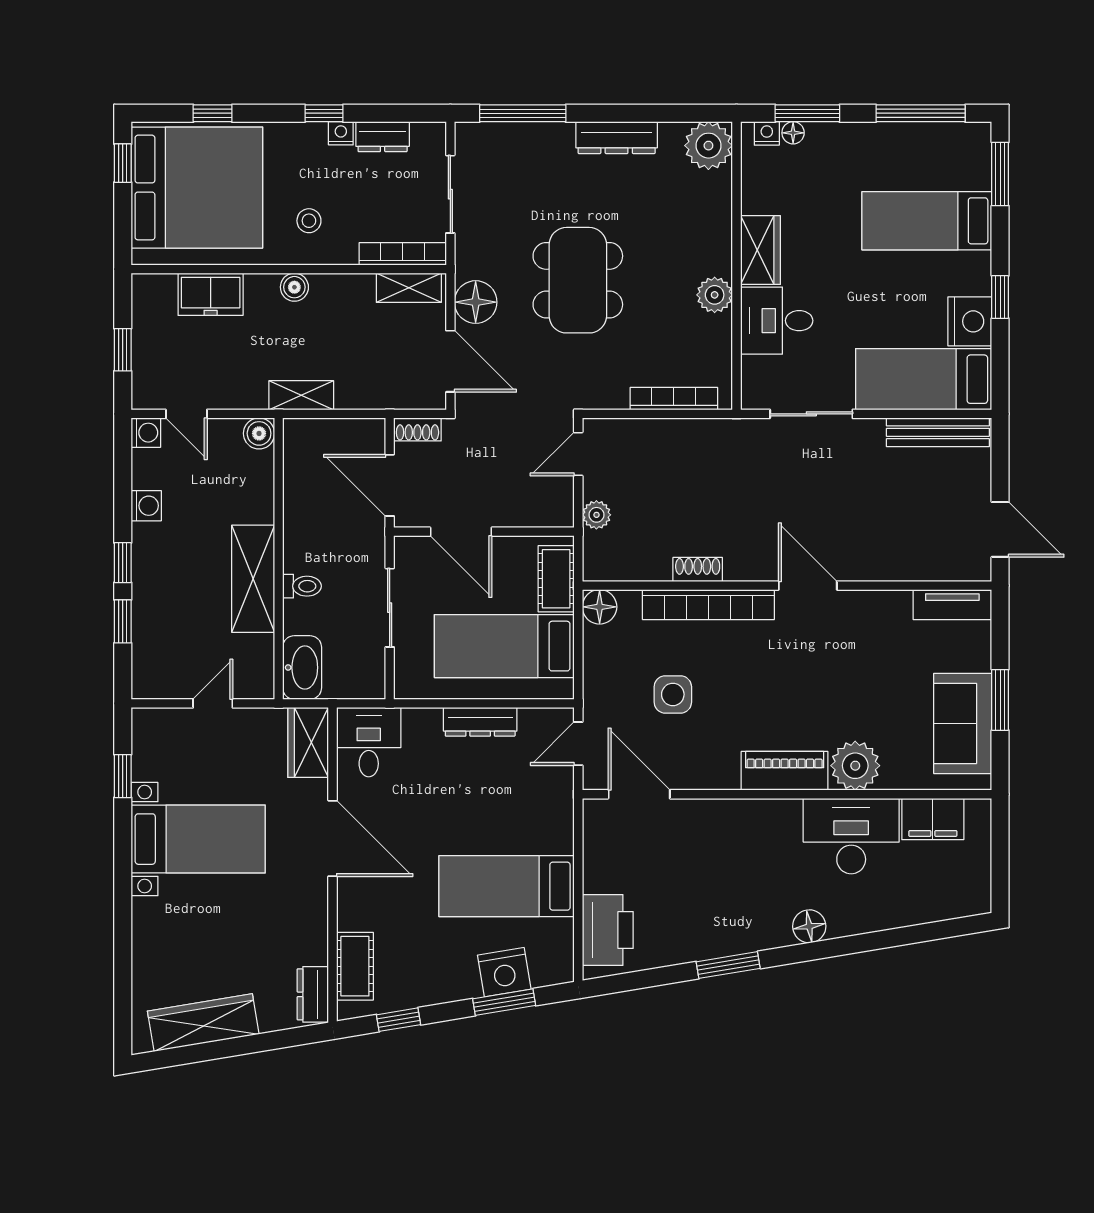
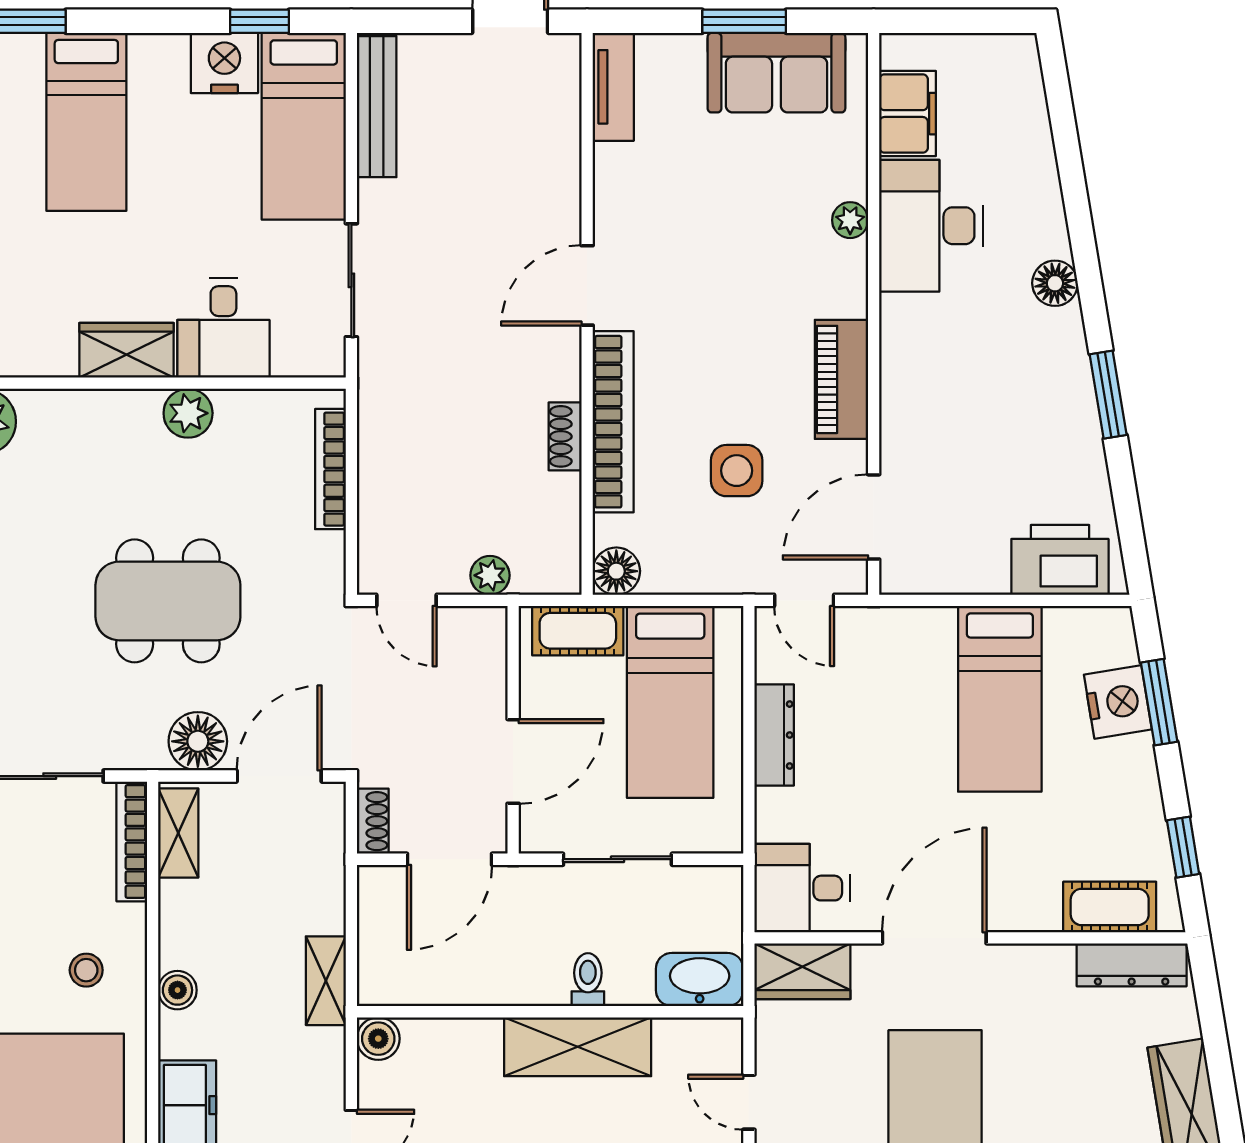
window: (1000, 297) -> (260, 21), moved
plant: (855, 766) -> (850, 220), width x0.53, depth x0.53
piano: (785, 771) -> (841, 379), moved
dresser: (313, 994) -> (1132, 965), width x1.44

